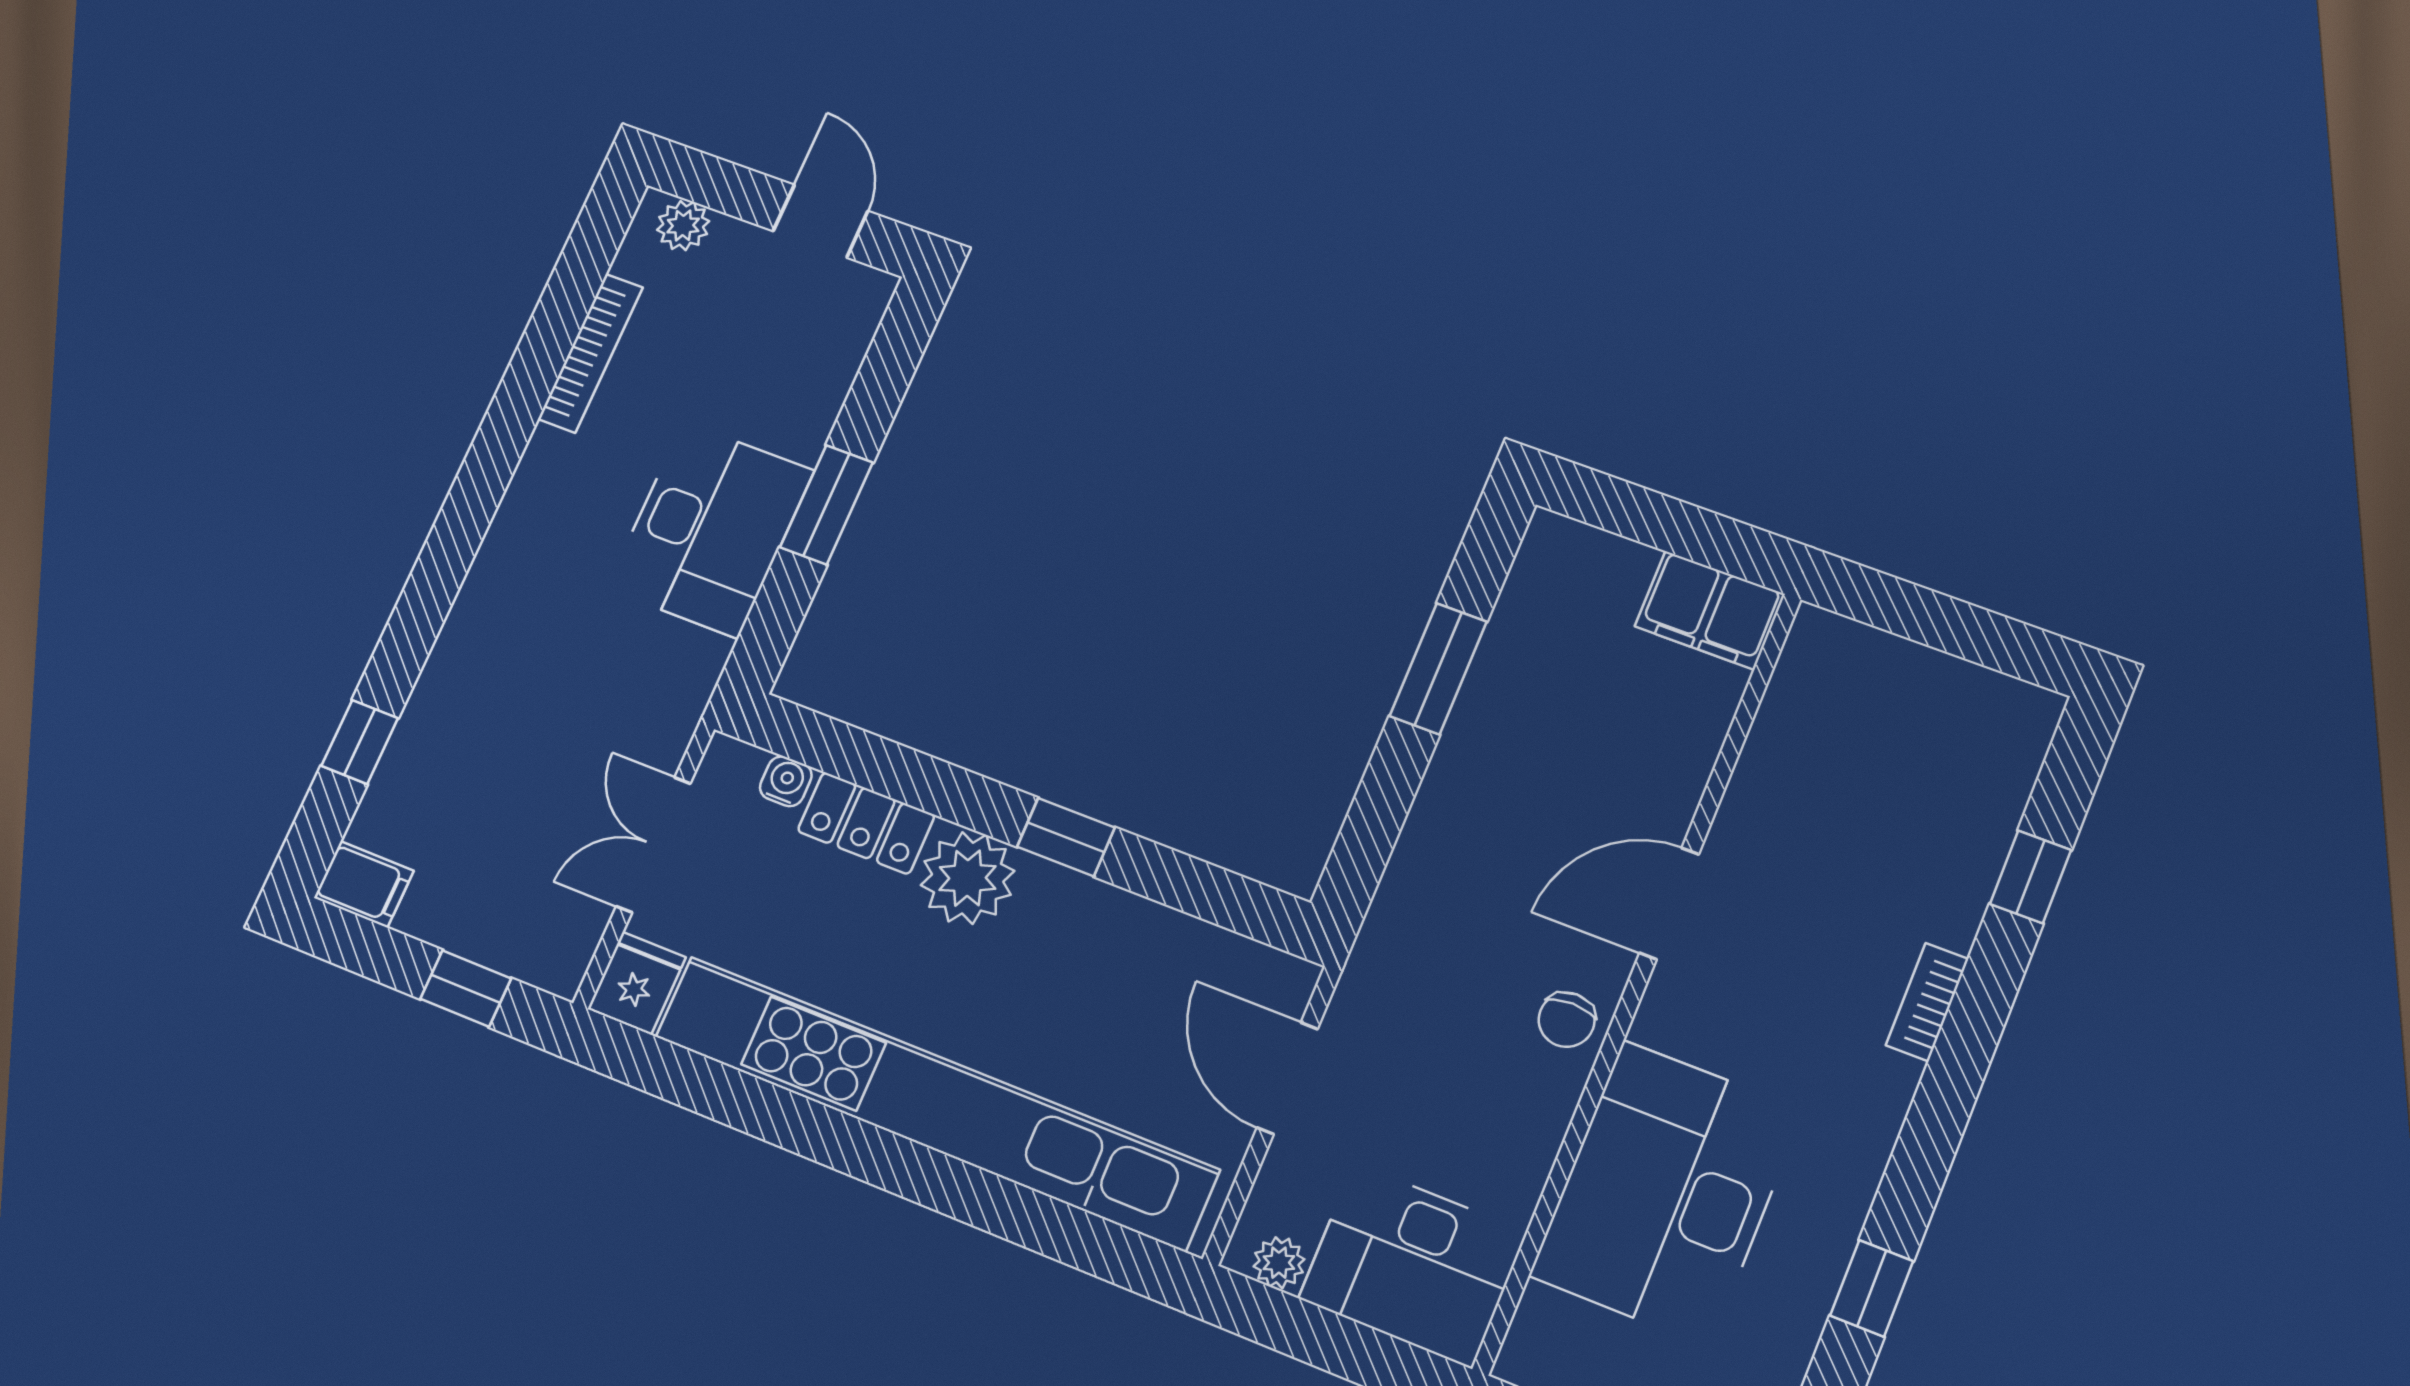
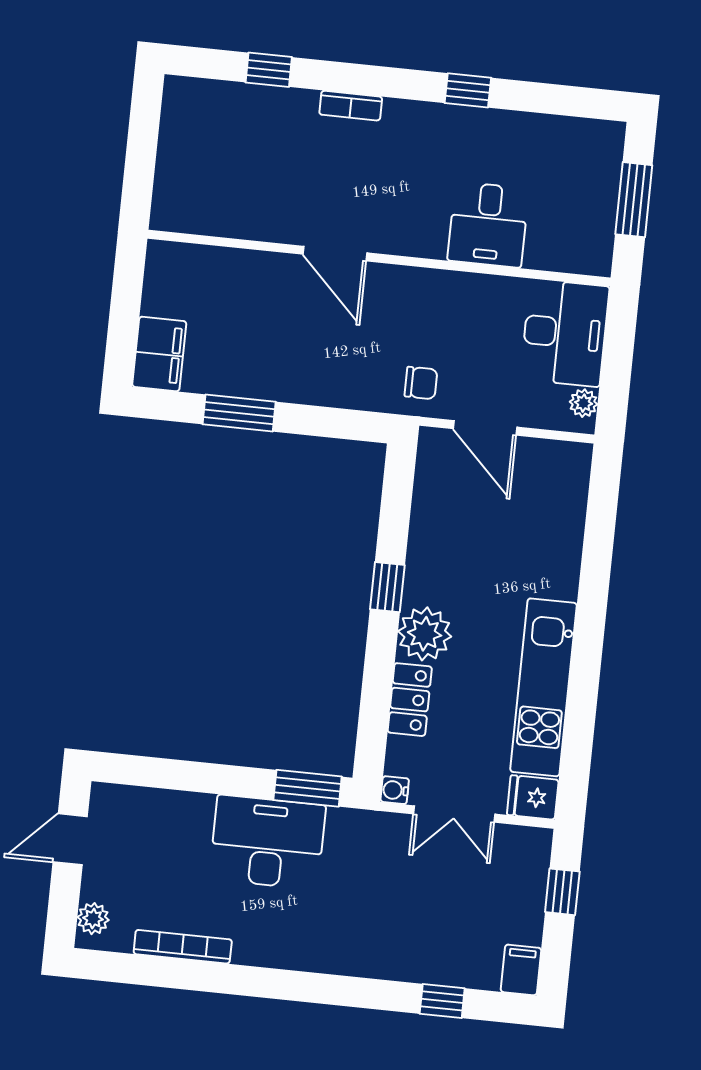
window: (826, 505) -> (308, 788), moved
filing cabinet: (1710, 610) -> (159, 354), moved
water cooler: (786, 781) -> (395, 790), moved
chair: (1567, 1020) -> (421, 383), moved
door: (1287, 1078) -> (485, 428), hinge flipped
kitchen unit: (934, 1102) -> (544, 687), width x0.54
desk: (1666, 1193) -> (488, 225), width x0.53, depth x0.77
window: (1872, 1288) -> (468, 90), moved

